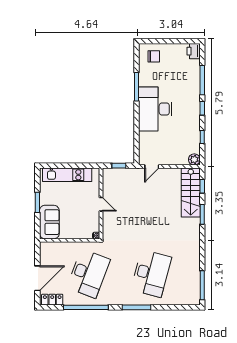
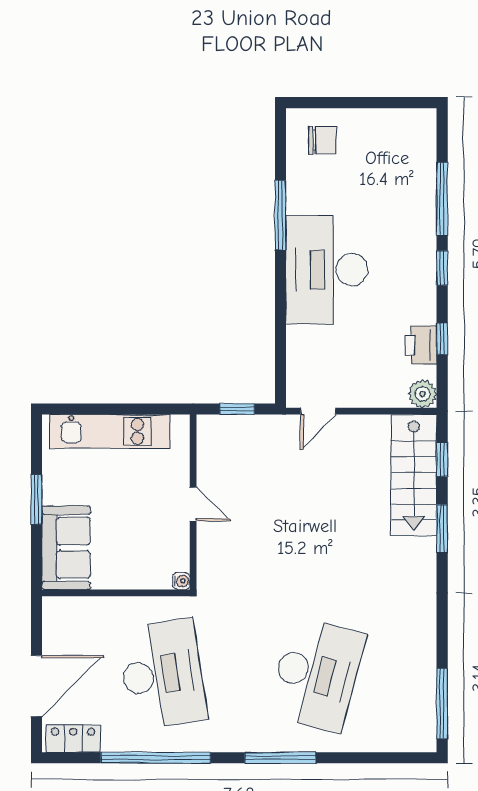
printer: (194, 51) -> (421, 345), moved
desk: (88, 273) -> (162, 674), turned -30

